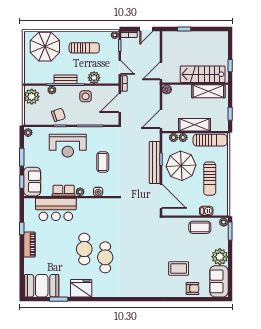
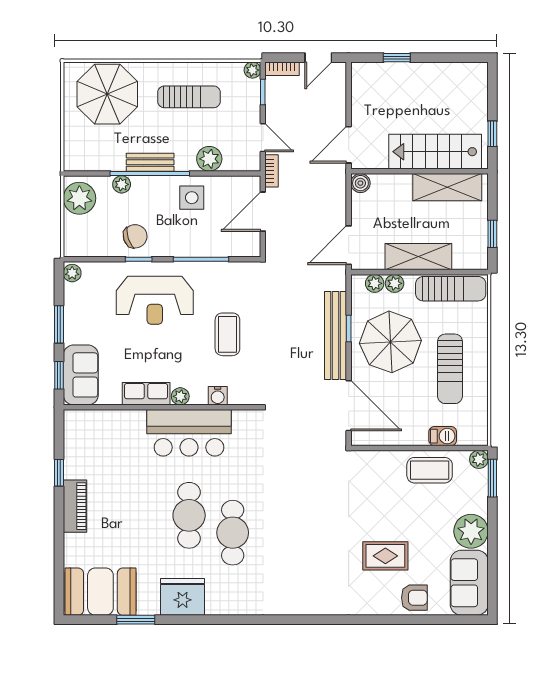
bar counter: (56, 209) -> (189, 433), moved

